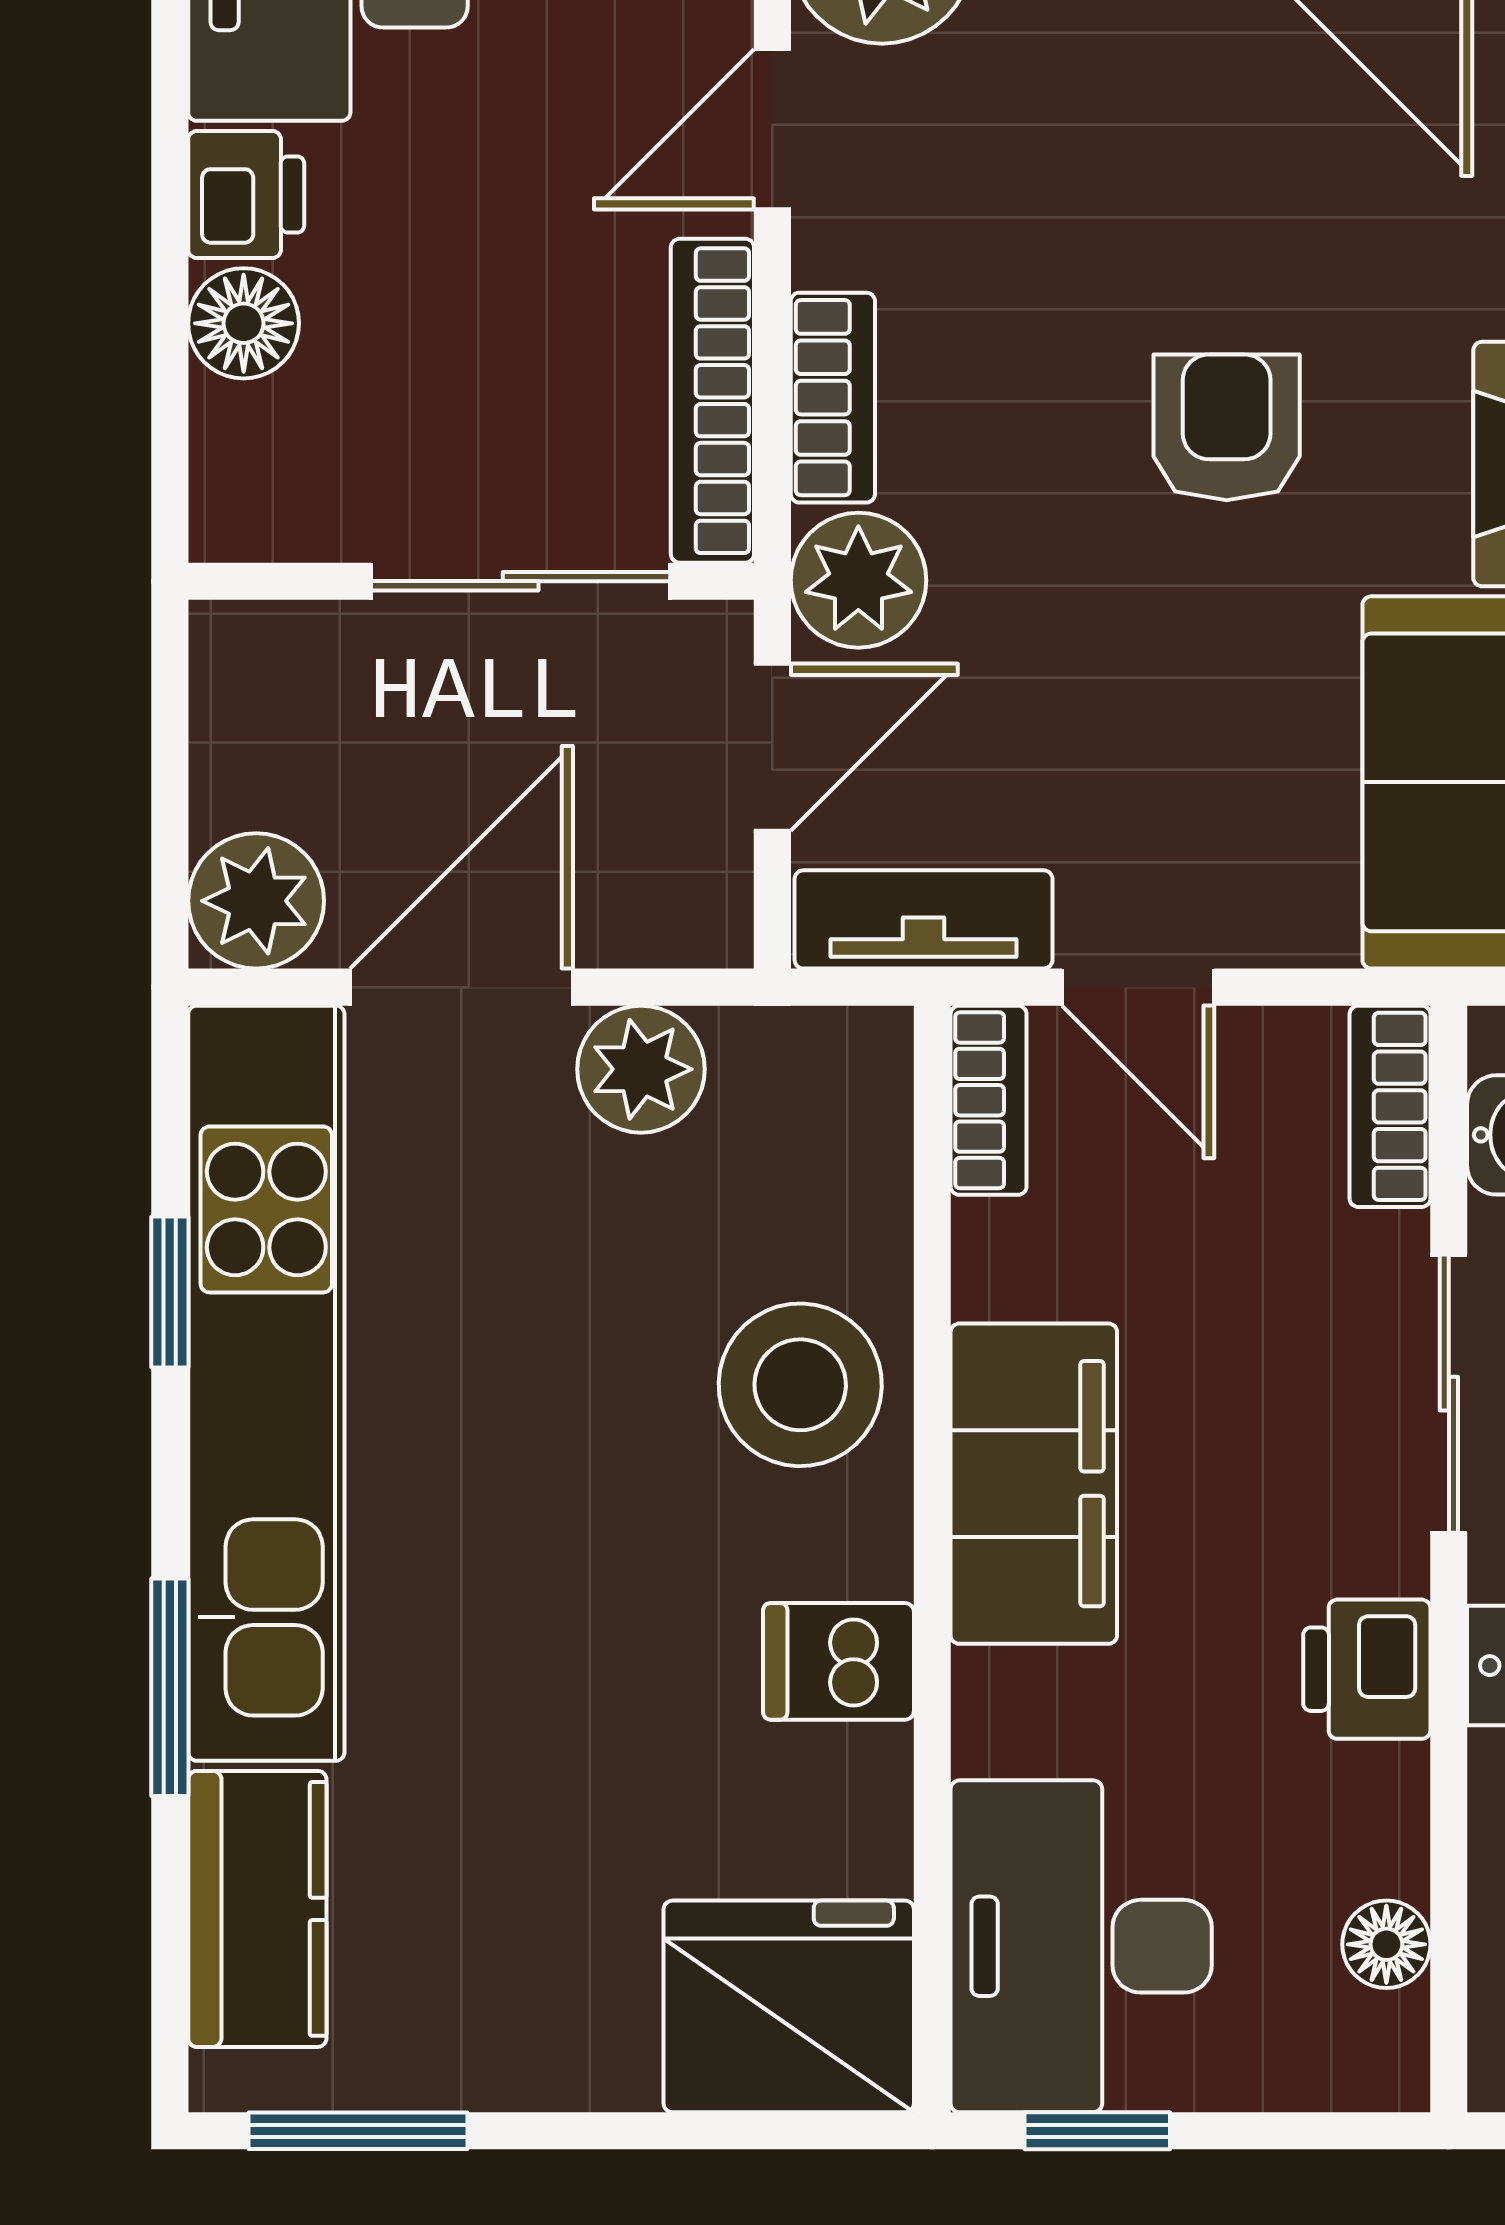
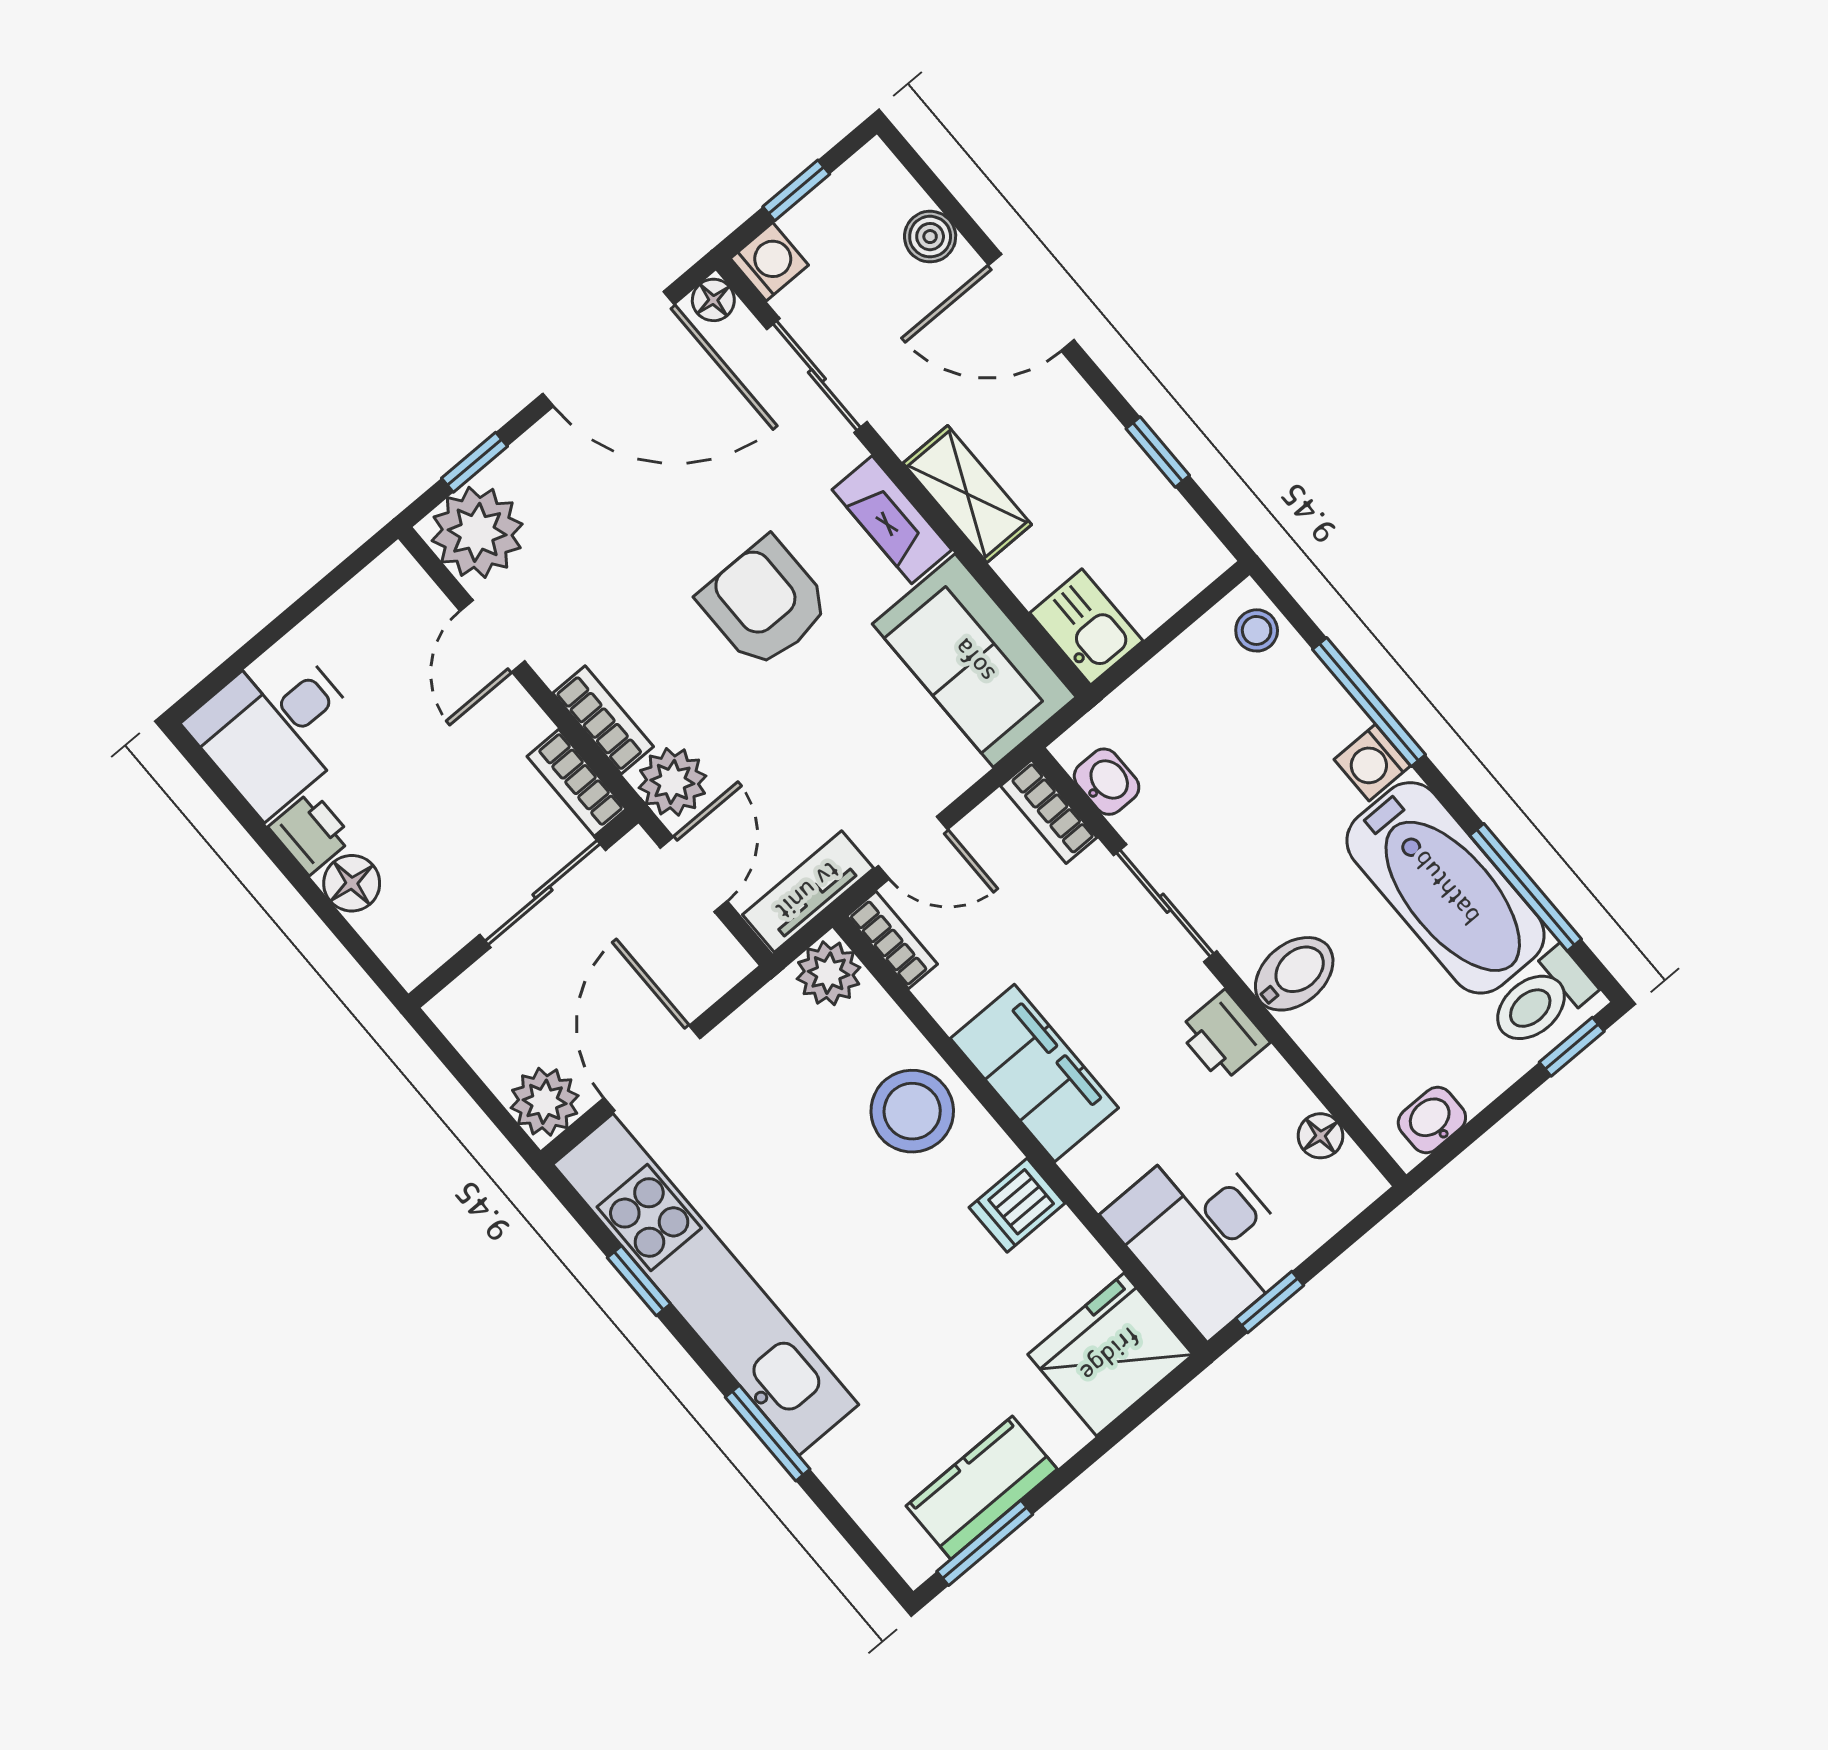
bookcase: (712, 401) -> (577, 783), width x0.64
armchair: (1227, 427) -> (765, 603), width x1.38, depth x1.38
plant: (641, 1069) -> (829, 973), moved
kitchen counter: (257, 1909) -> (982, 1488), moved, turned -90

